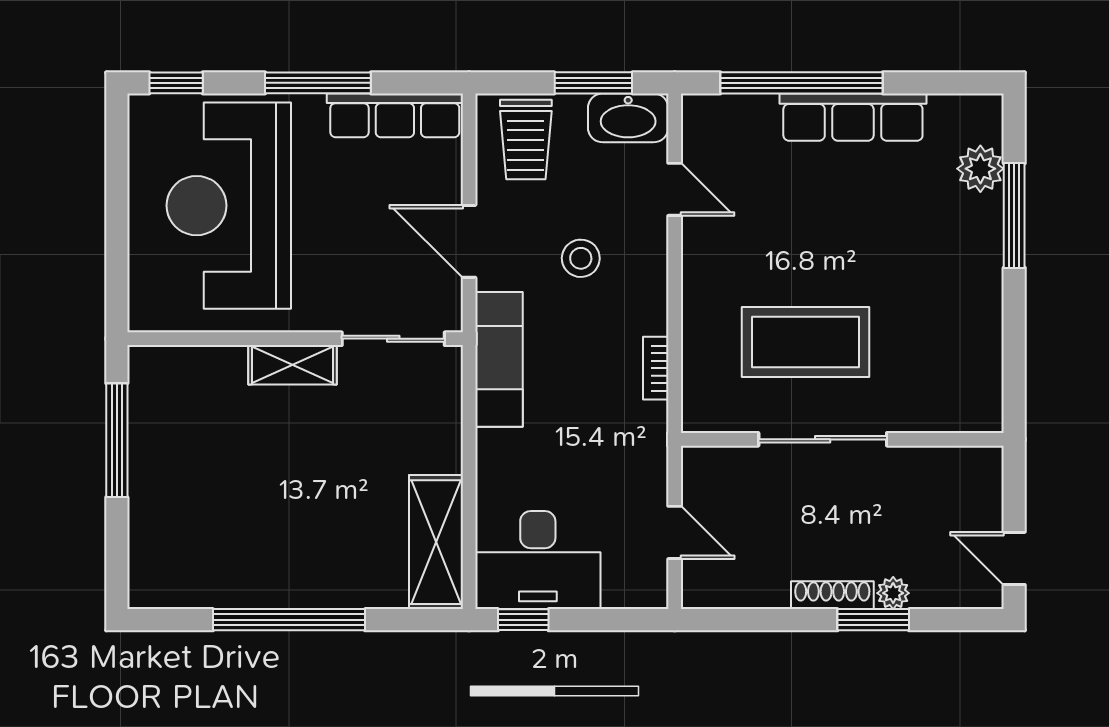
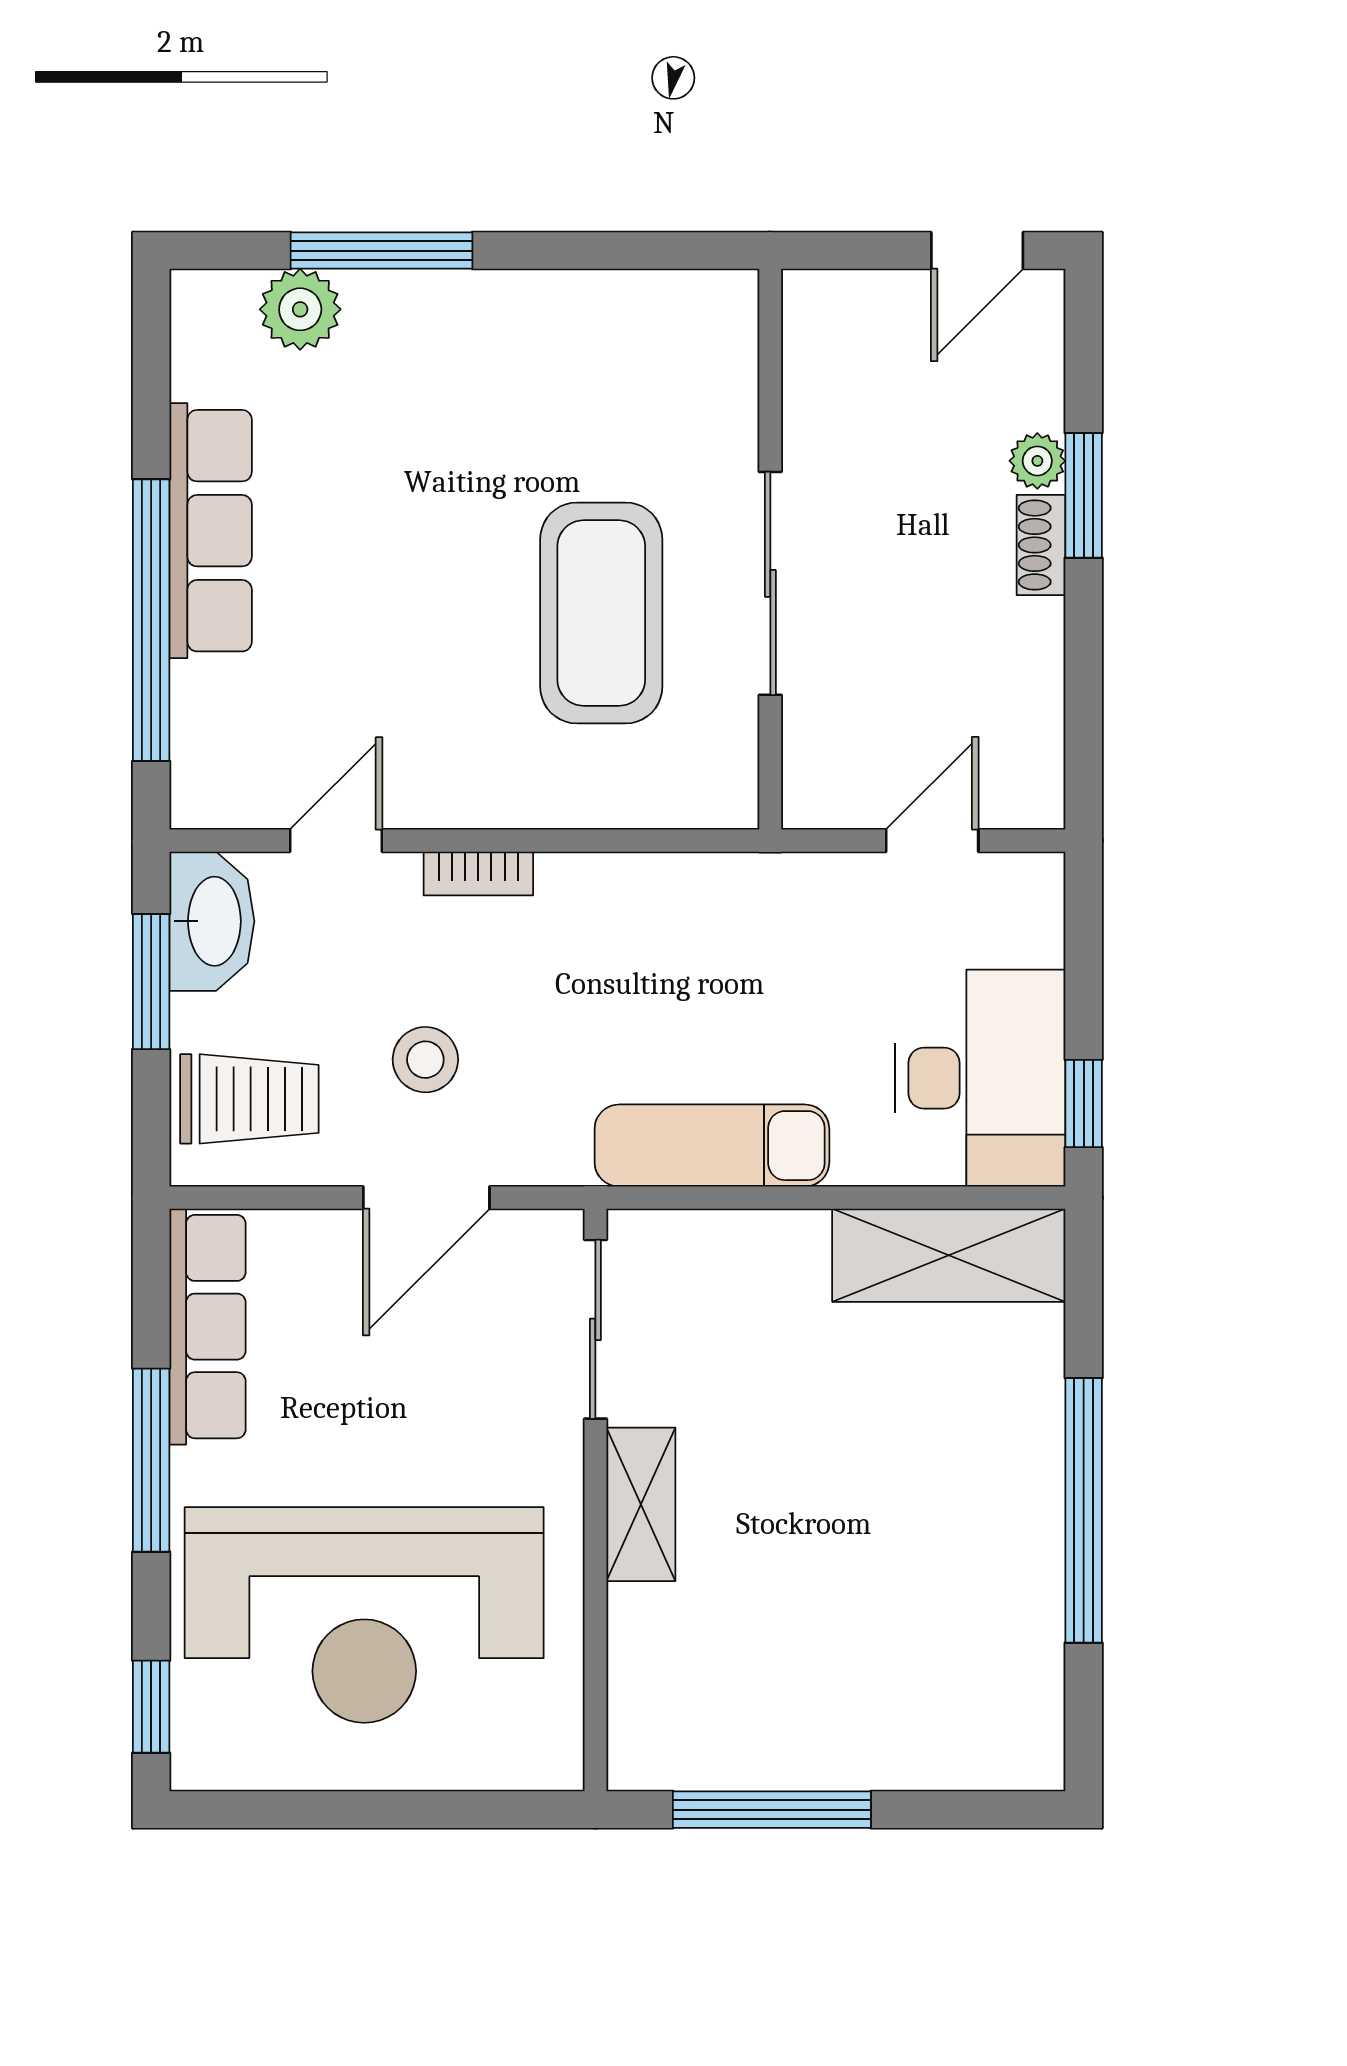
stool: (581, 258) -> (425, 1060), moved
exam couch: (499, 359) -> (712, 1146), moved
bookcase: (656, 368) -> (478, 873), moved
shoe rack: (832, 595) -> (1041, 545), width x0.70

